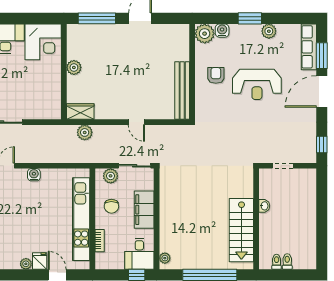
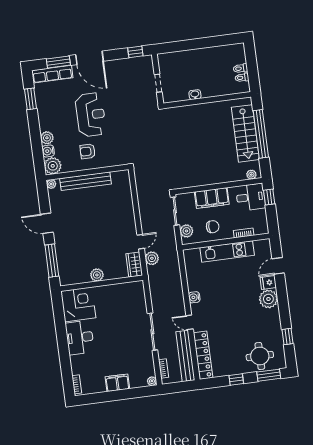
window: (250, 18) -> (31, 99), moved
plant: (184, 29) -> (51, 184), added
plant: (269, 31) -> (47, 138), moved
bench: (182, 90) -> (85, 181), moved
door: (136, 122) -> (141, 242), moved
kitchen unit: (81, 219) -> (227, 251), width x0.73
stairs: (241, 230) -> (245, 133), moved, turned 90
plant: (26, 264) -> (268, 299), width x1.87, depth x1.87

